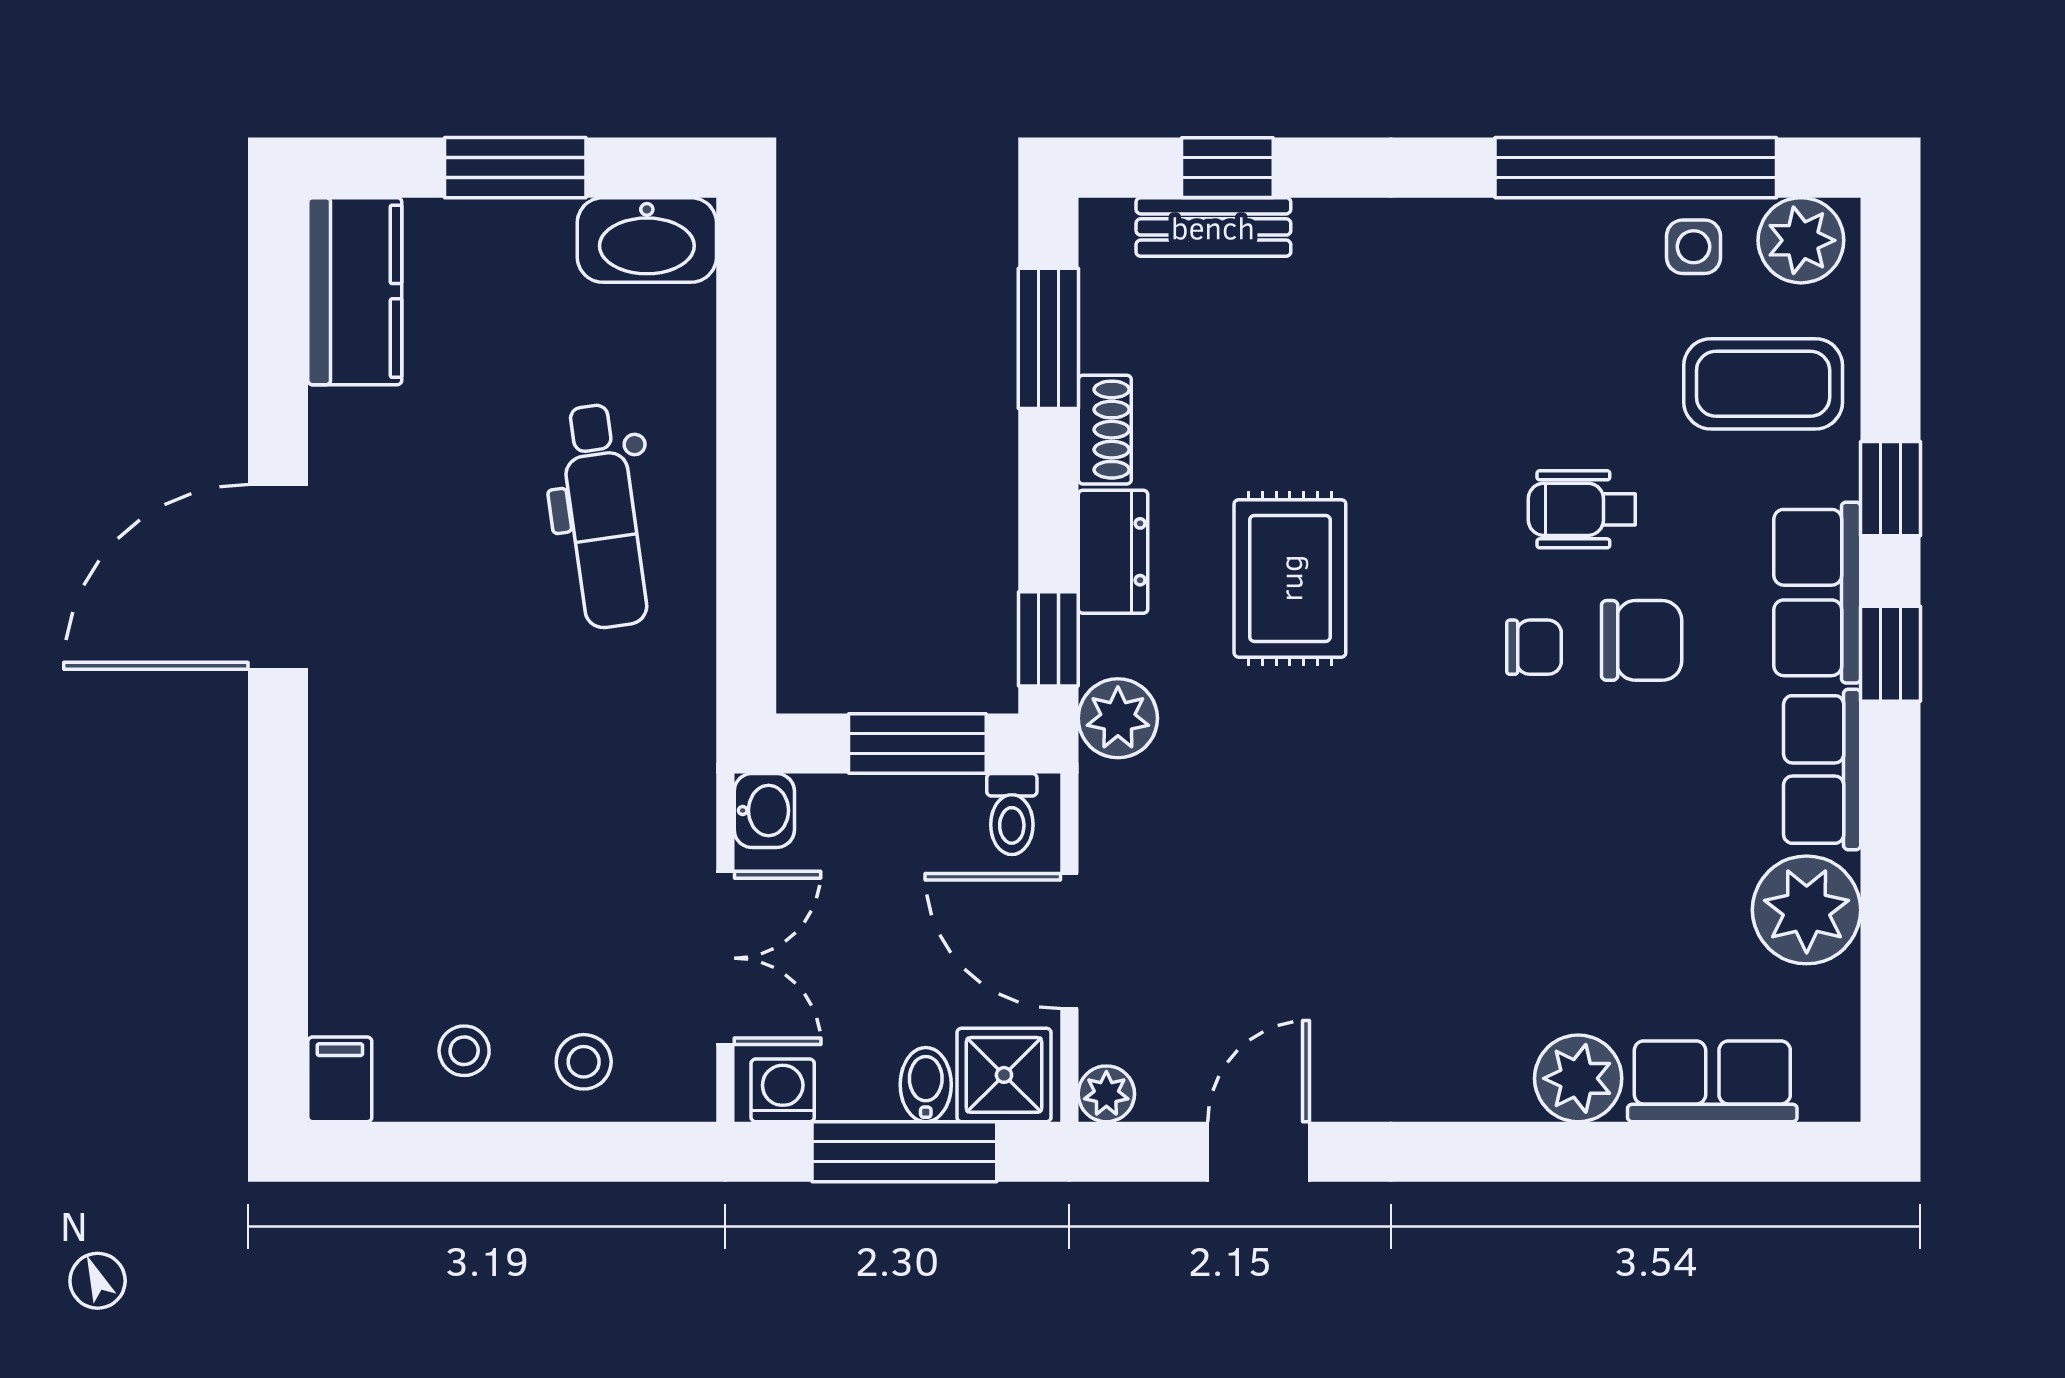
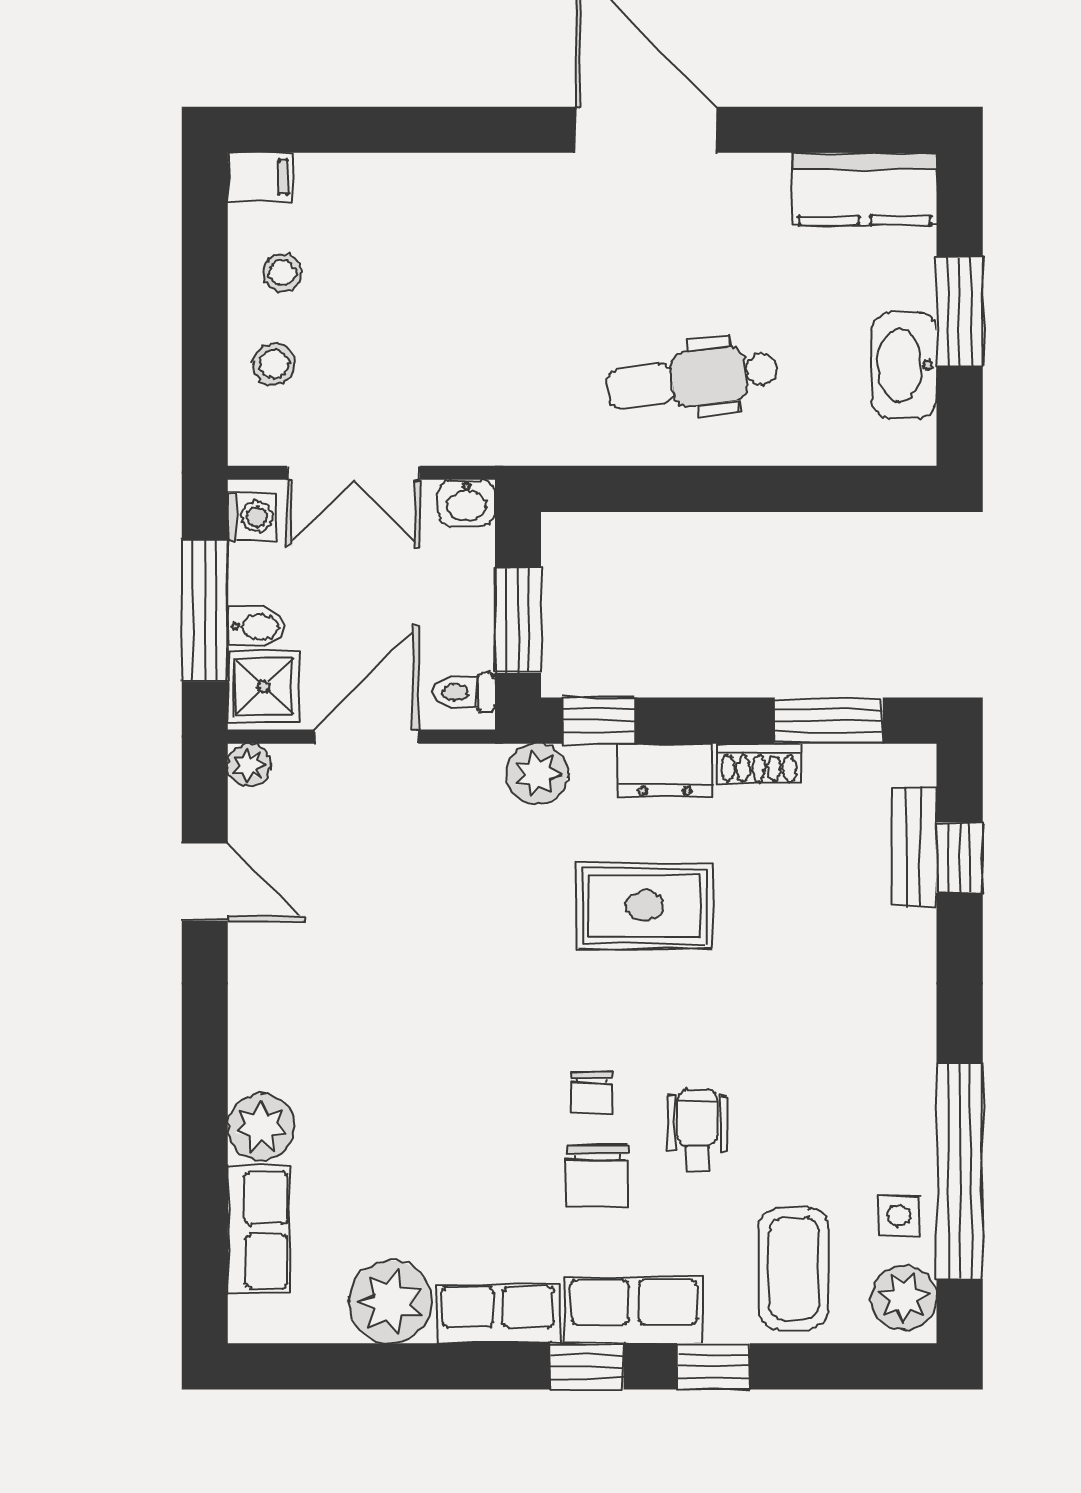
washbasin: (647, 240) -> (904, 365), moved

